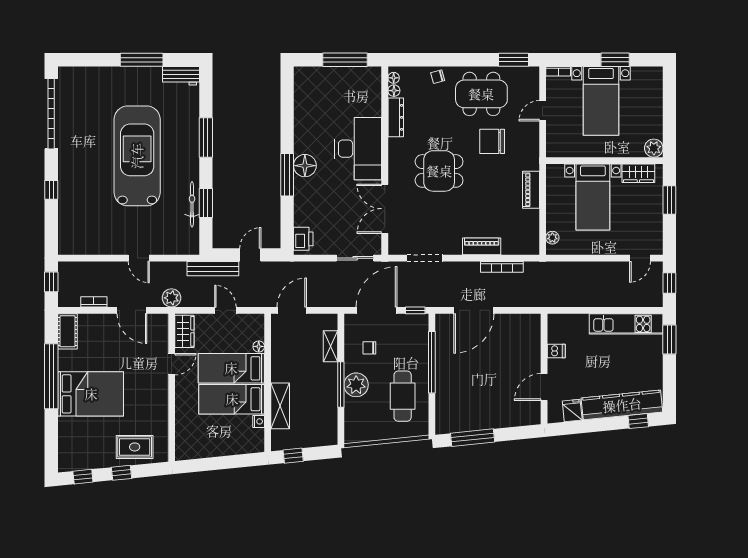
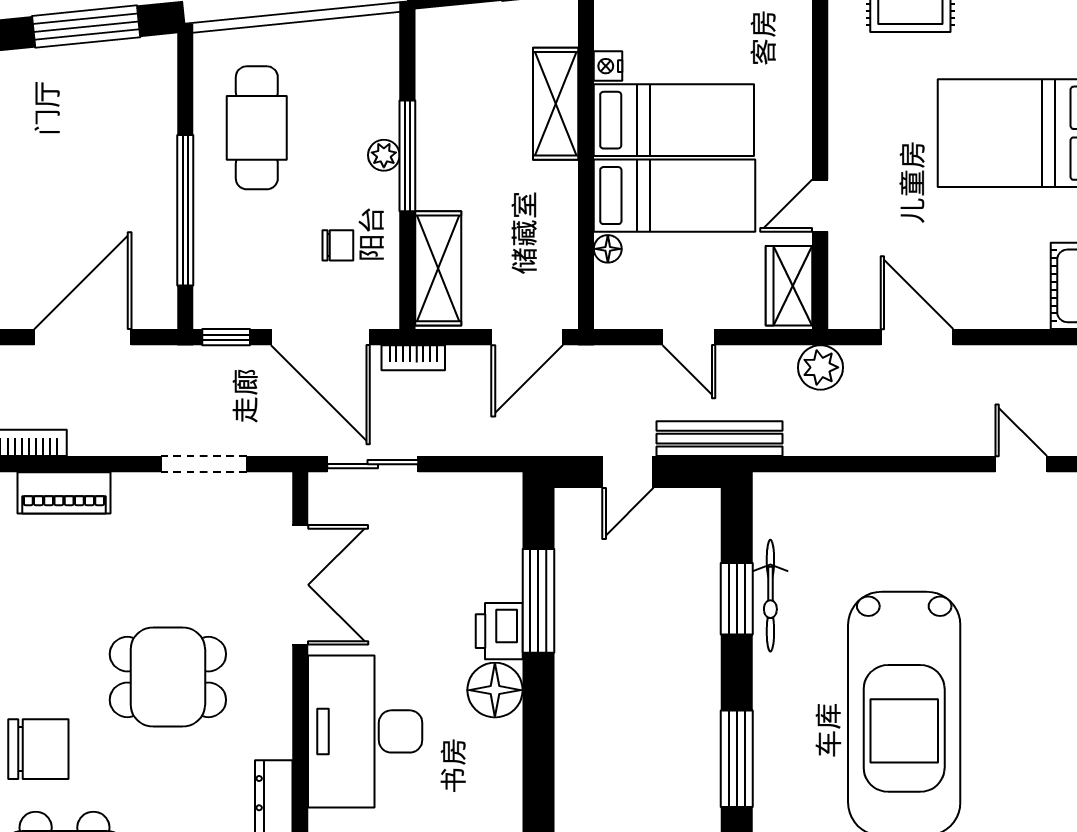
window: (287, 175) -> (538, 601), moved
printer: (303, 239) -> (499, 631), moved
door: (139, 258) -> (1021, 464), moved
bookcase: (94, 302) -> (413, 358), moved
door: (377, 310) -> (320, 337), hinge flipped
shelving: (331, 346) -> (438, 268), width x1.50, depth x1.33
plant: (356, 385) -> (384, 155), width x0.53, depth x0.53

